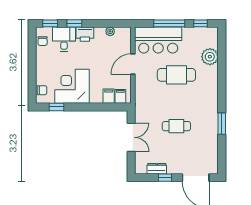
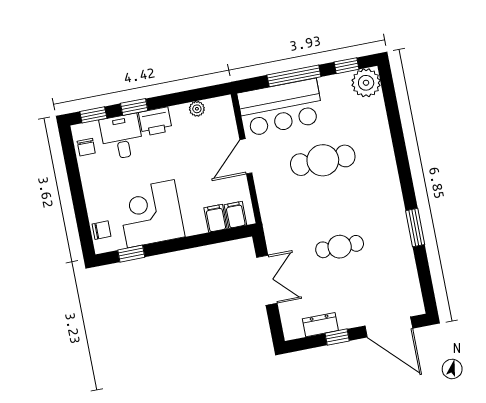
plant: (210, 57) -> (366, 83), moved

